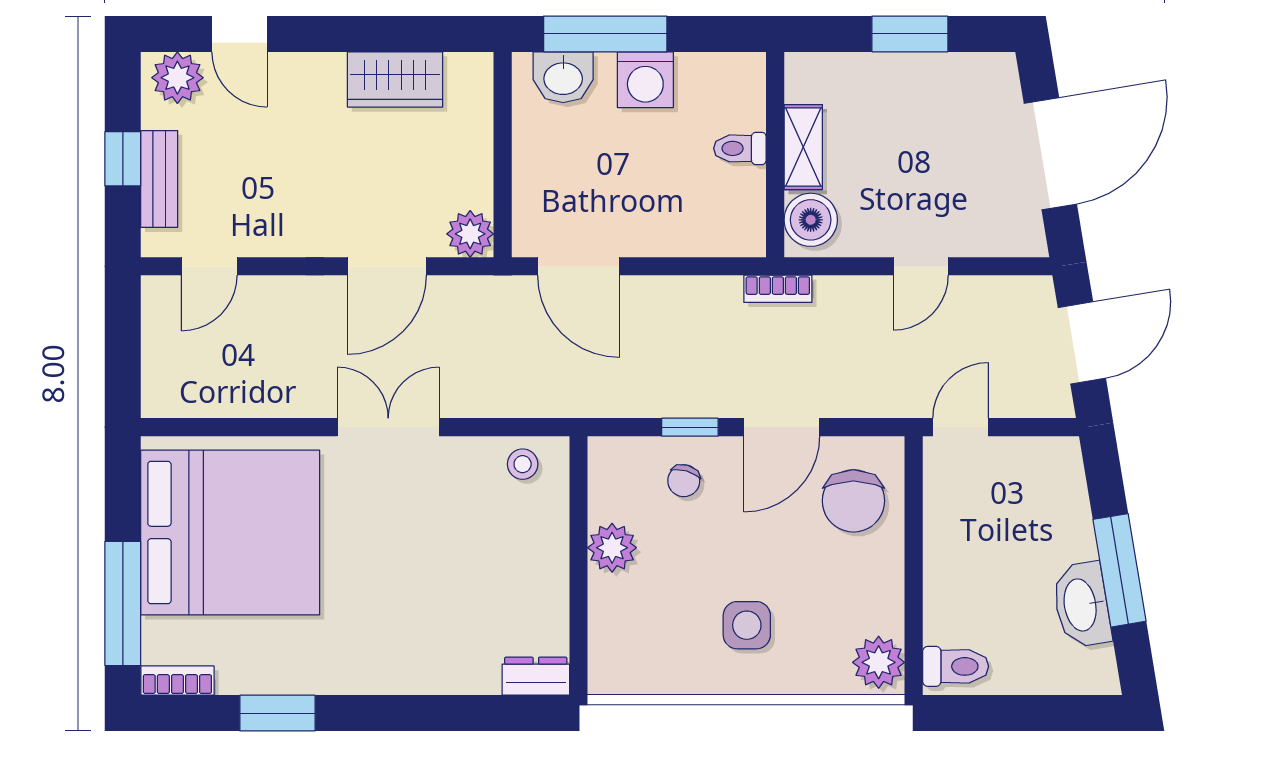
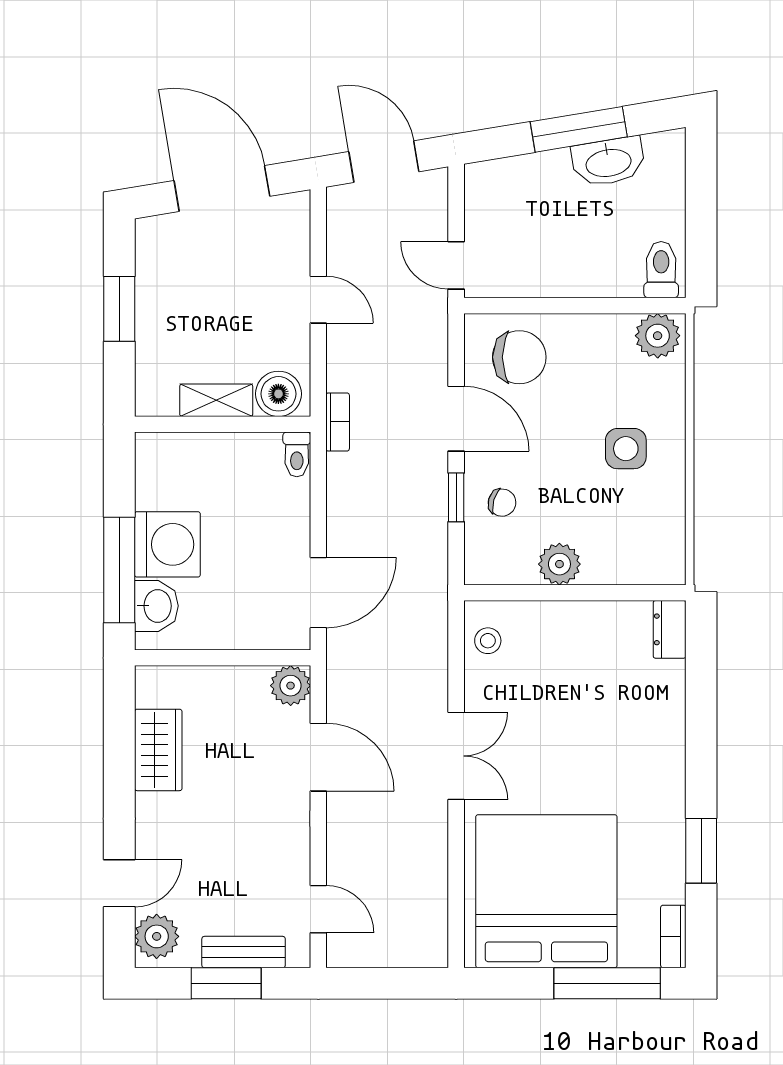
washing machine: (645, 80) -> (167, 544), width x1.37, depth x1.37
toilet: (740, 148) -> (297, 454), moved
window: (123, 159) -> (226, 983), width x1.50
double door: (388, 427) -> (456, 756), swing flipped

